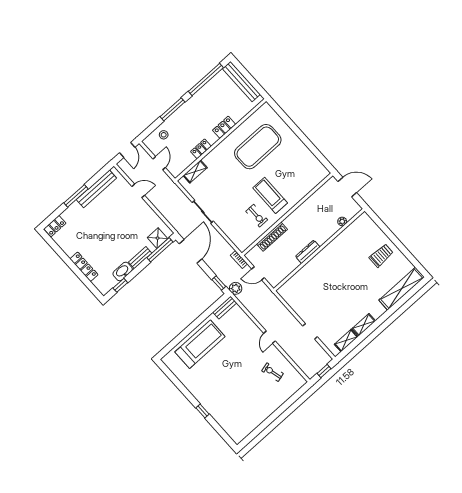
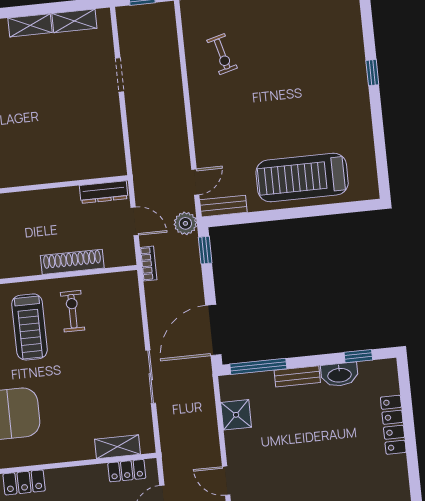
locker: (201, 149) -> (127, 471), moved
shower: (158, 238) -> (236, 415), moved
dresser: (308, 252) -> (104, 192), moved
door: (269, 337) -> (195, 182), moved

